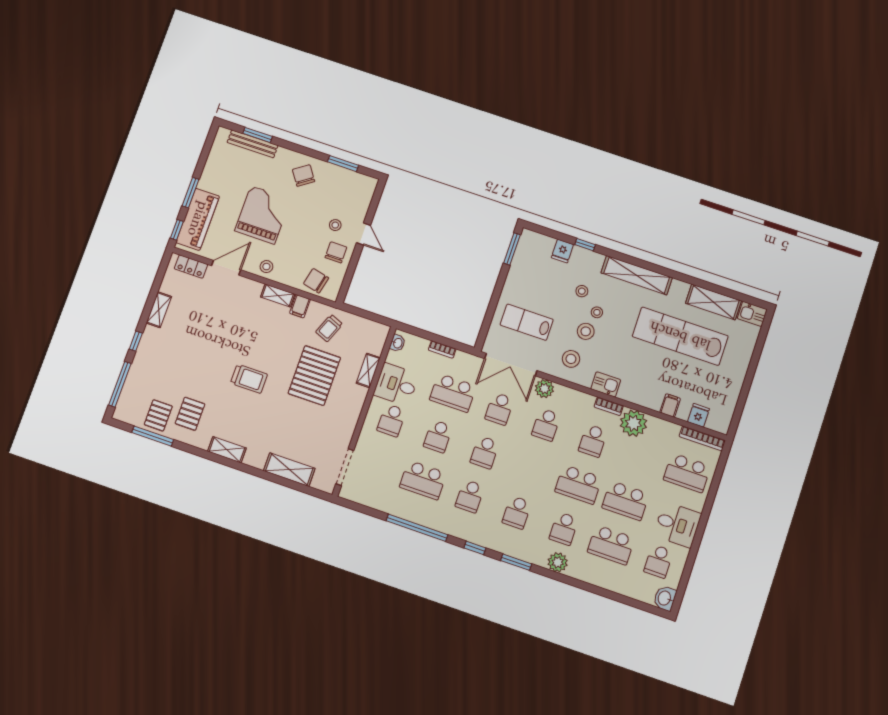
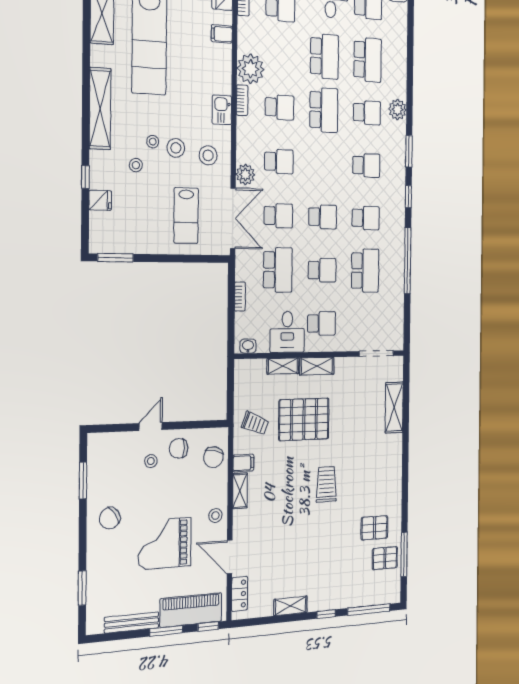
bench: (253, 144) -> (132, 623), moved, turned 90
shelving: (227, 450) -> (317, 366), moved, turned 90

